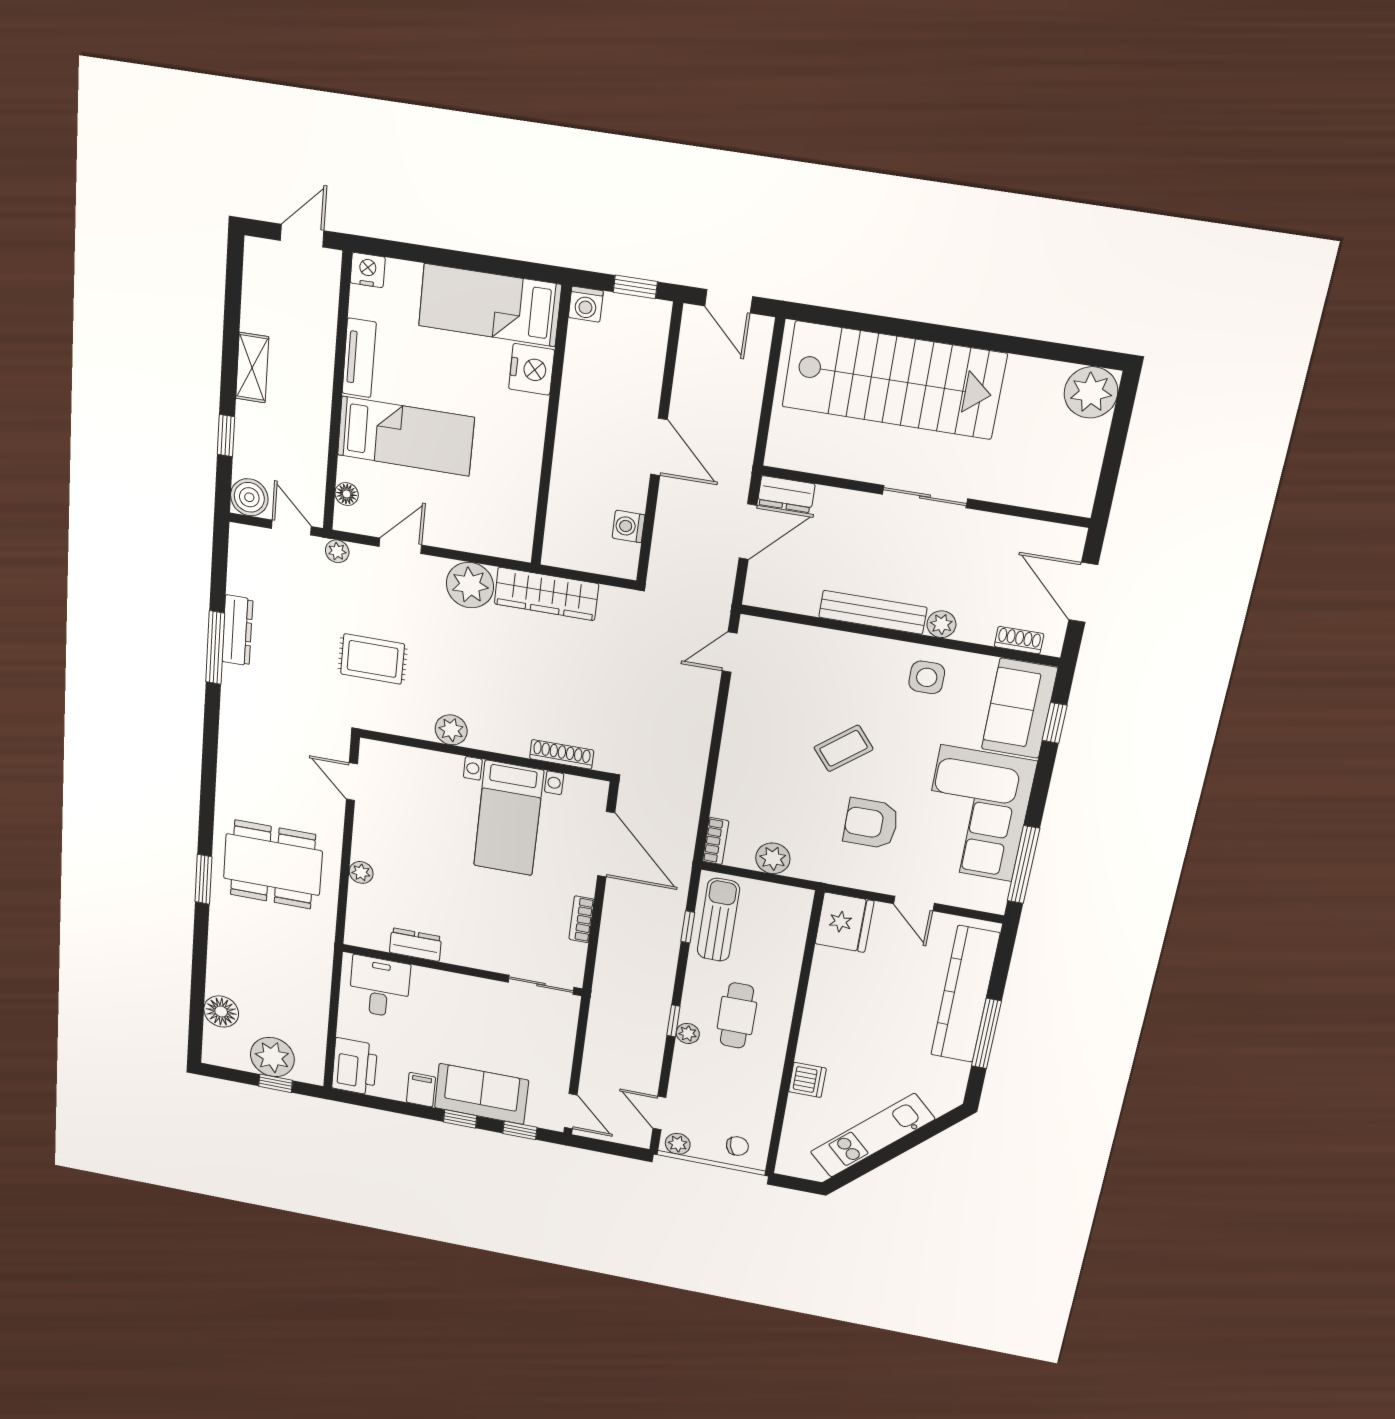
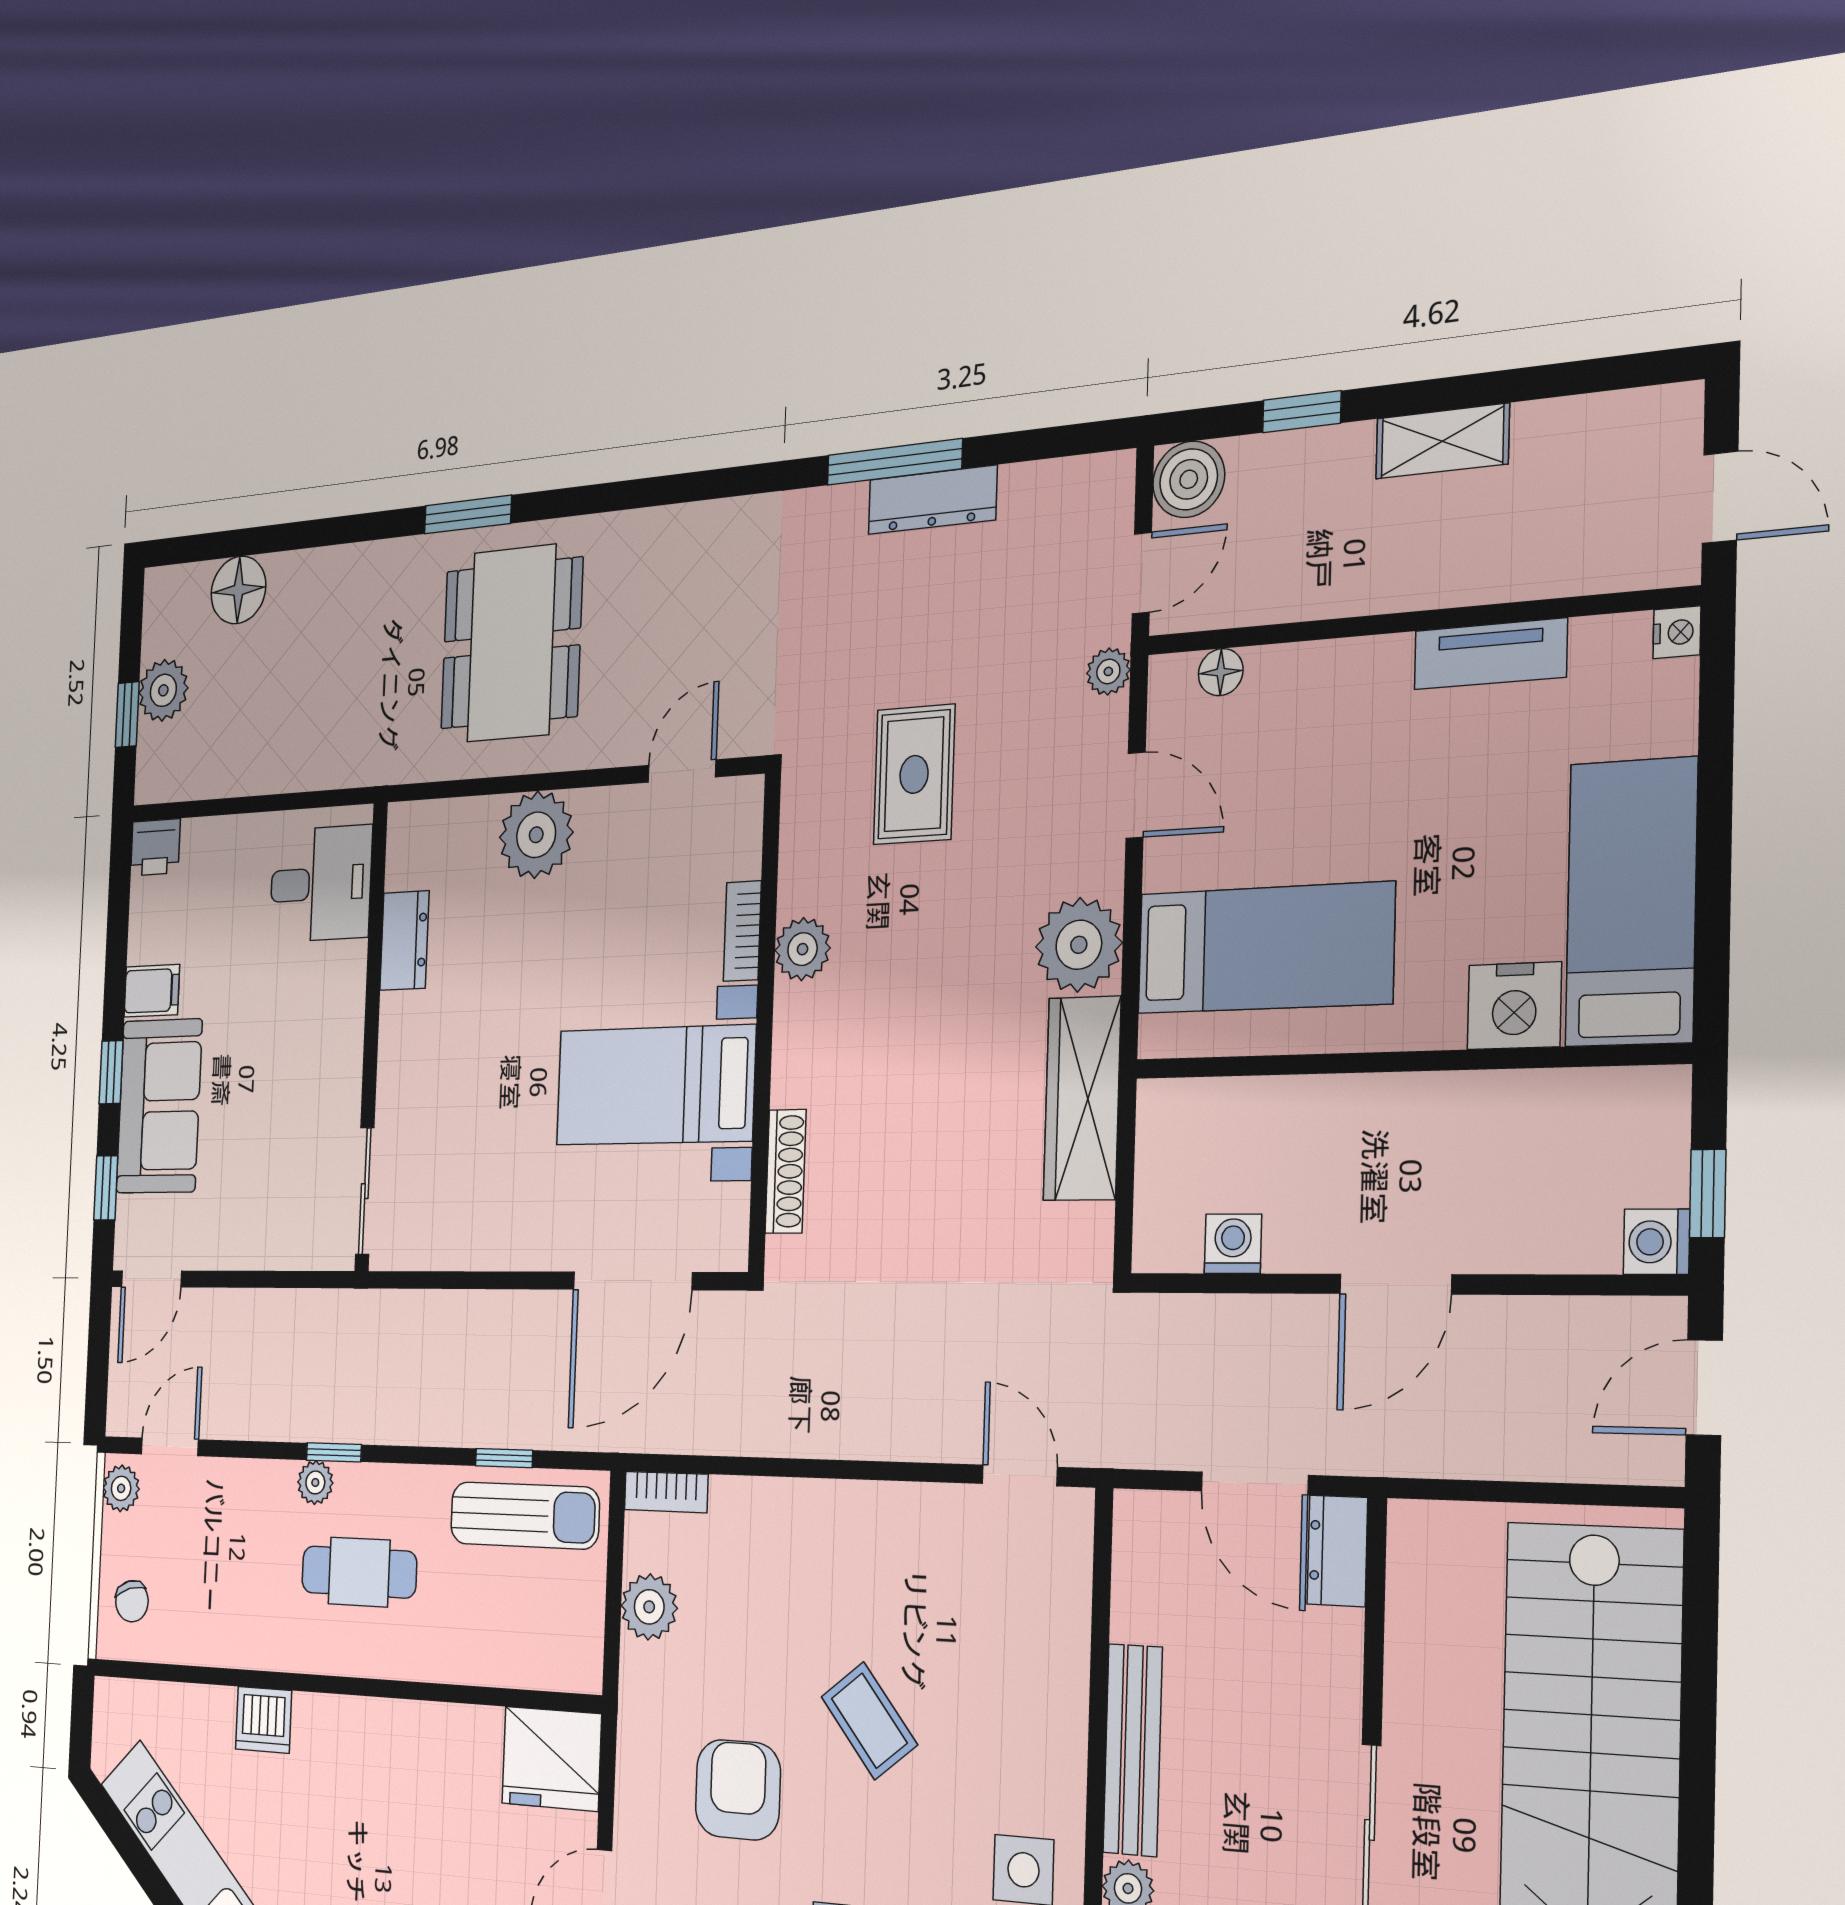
nightstand: (368, 270) -> (1677, 632), width x0.72, depth x0.74
washing machine: (586, 304) -> (1657, 1242), moved
bed: (406, 436) -> (1265, 948), moved, turned -90
plant: (361, 872) -> (536, 835), width x1.88, depth x1.88
bookcase: (582, 919) -> (742, 931), moved, turned -90
plant: (272, 1057) -> (163, 690), width x0.73, depth x0.73
printer: (355, 1067) -> (155, 847), width x0.53, depth x0.68

